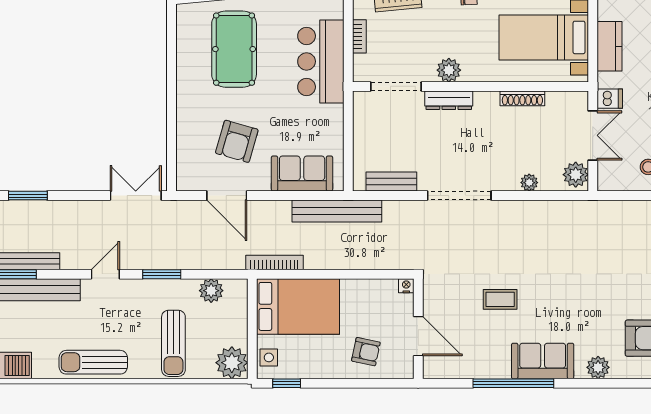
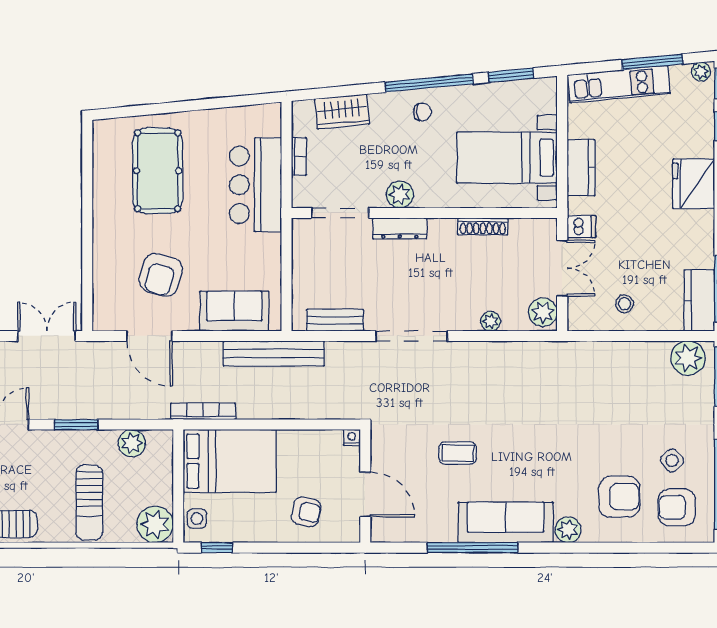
sofa: (543, 361) -> (506, 522), width x1.36

